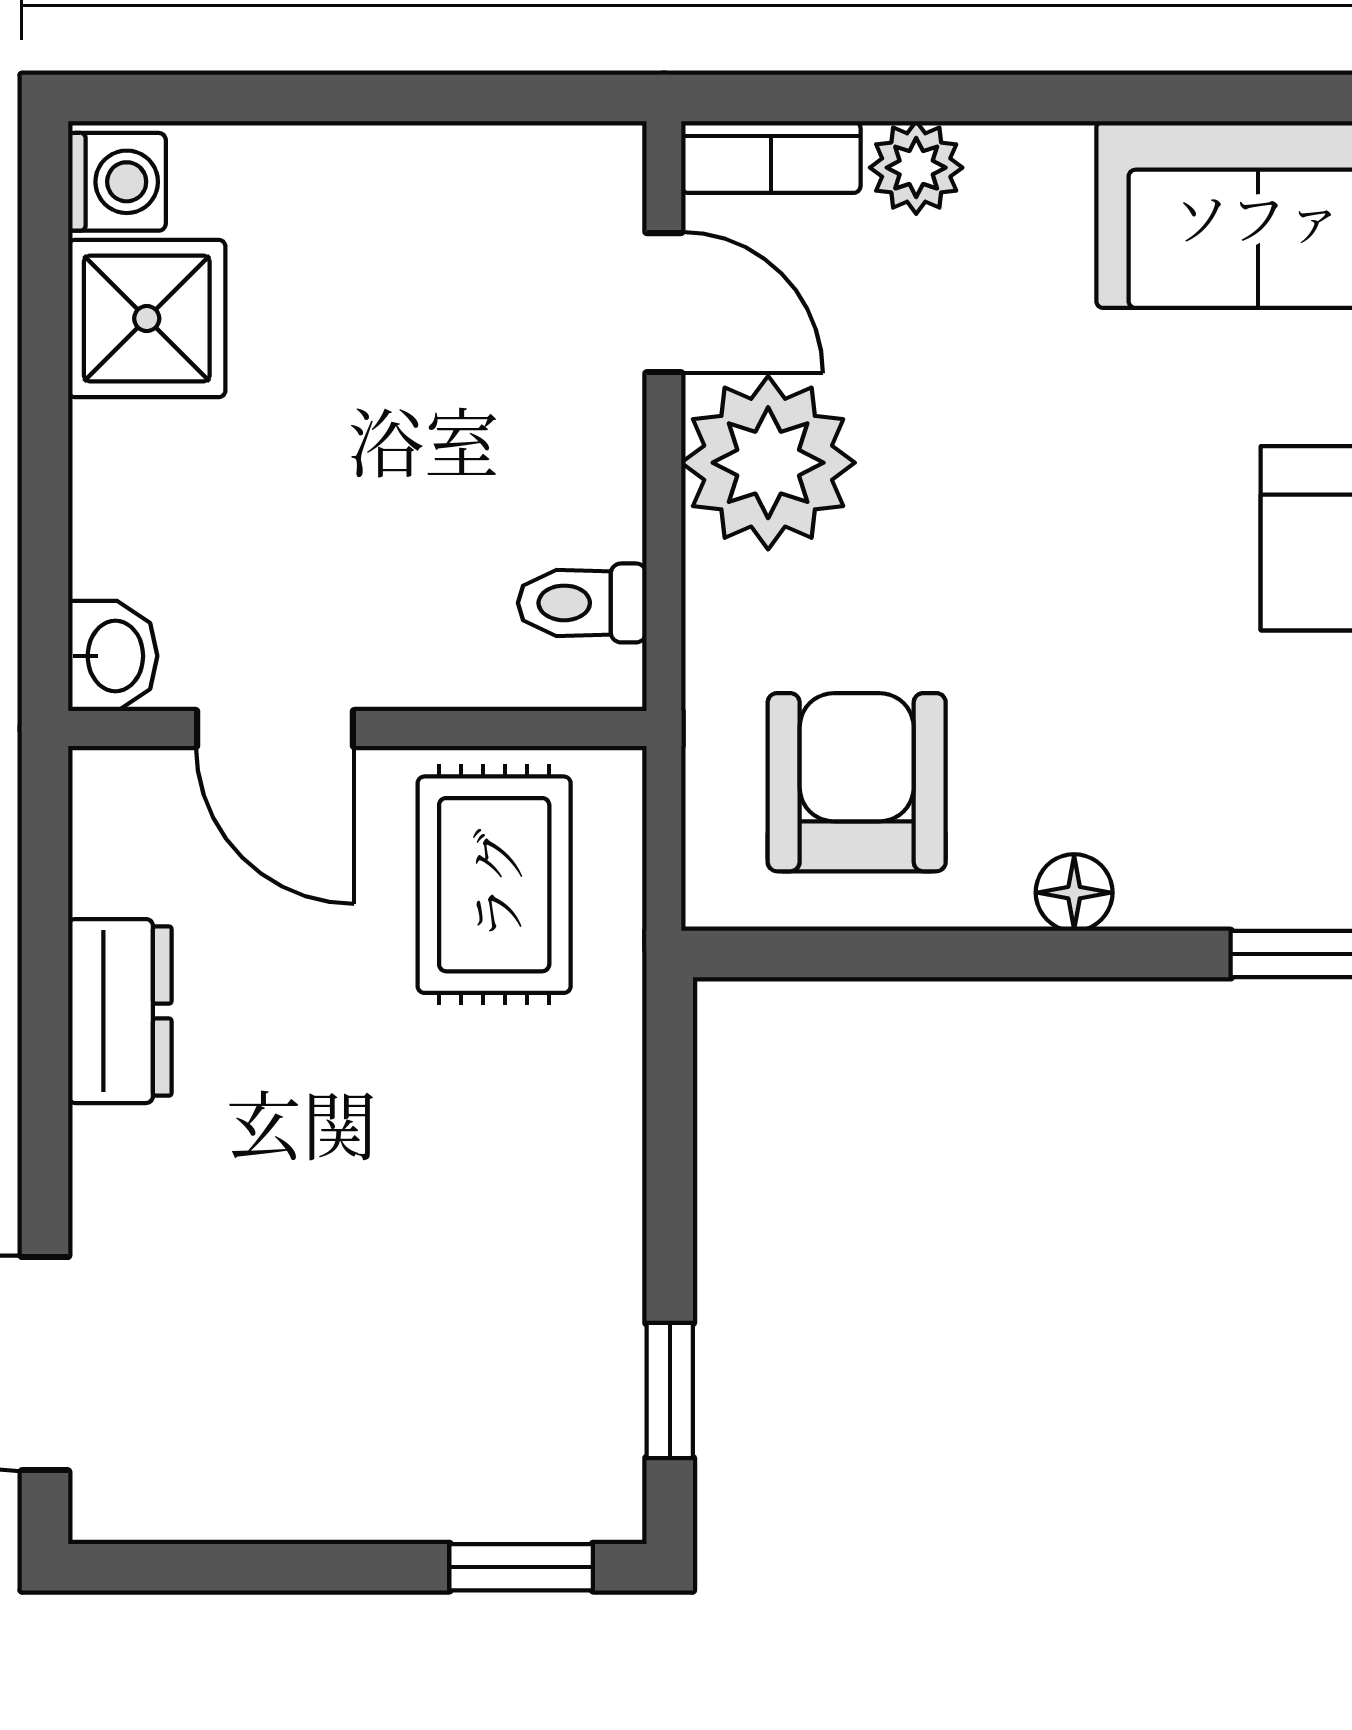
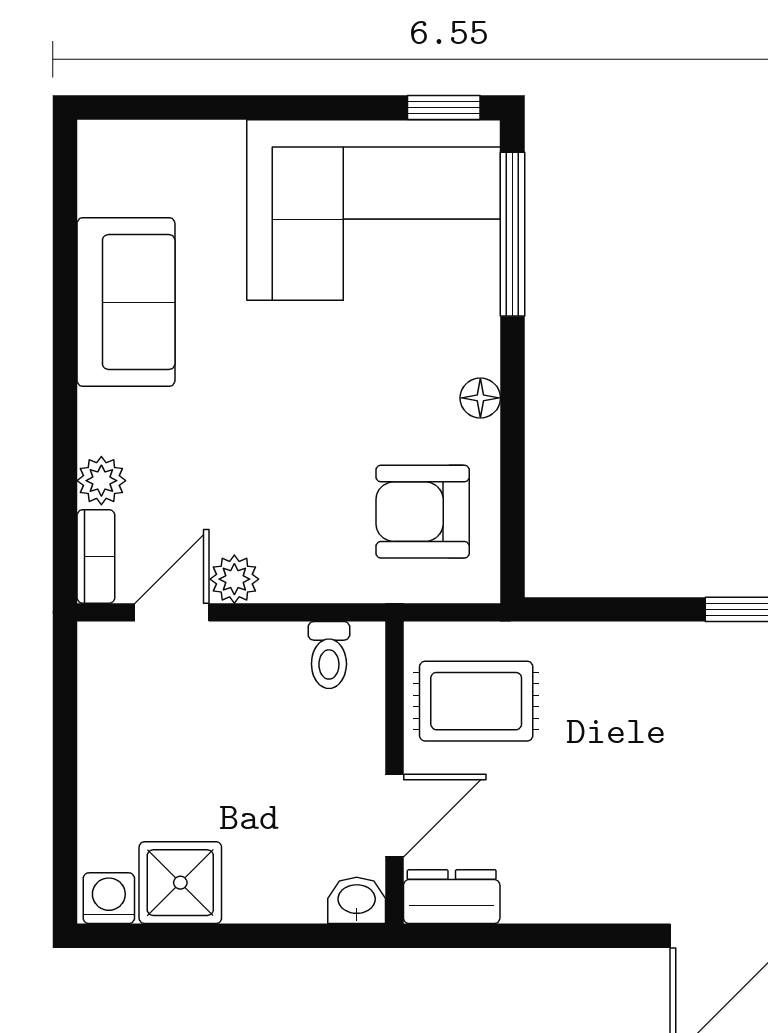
plant: (768, 463) -> (234, 579), width x0.53, depth x0.53
dresser: (120, 1011) -> (452, 897), moved

